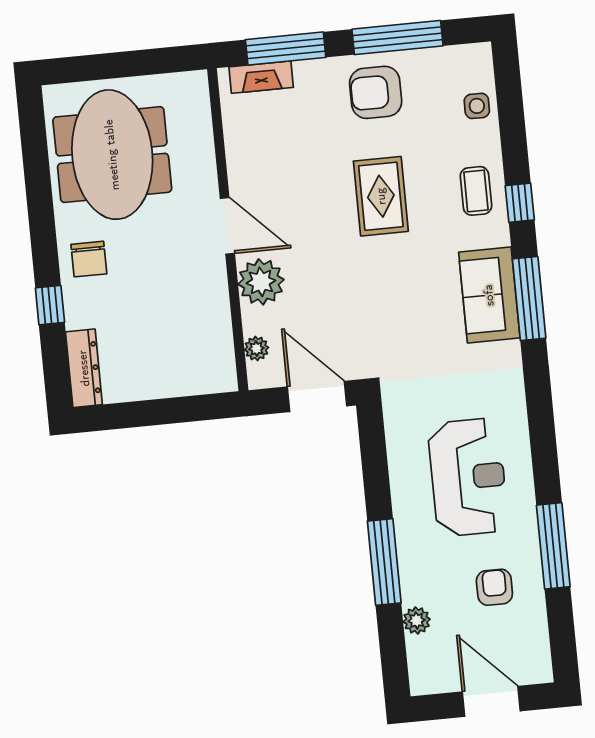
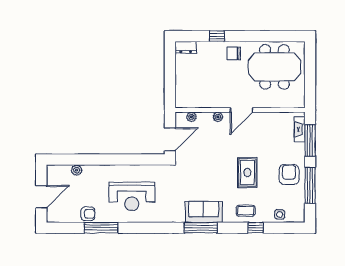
rug: (381, 196) -> (247, 173), turned 90
window: (520, 203) -> (256, 228), moved
plant: (261, 282) -> (218, 117), width x0.53, depth x0.53
dresser: (84, 368) -> (186, 47), width x0.70
window: (384, 562) -> (101, 160), removed
armchair: (494, 587) -> (88, 214), moved

